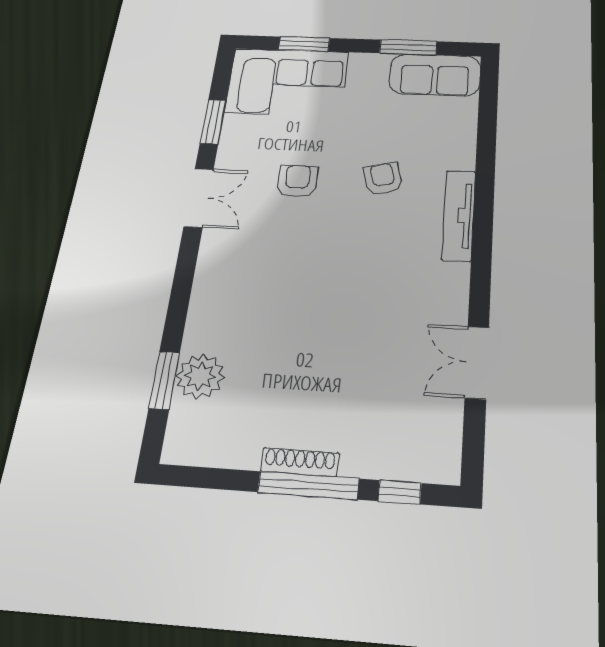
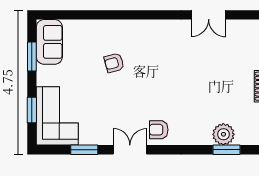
armchair: (298, 181) -> (159, 130), moved
tv unit: (459, 215) -> (133, 26), removed

